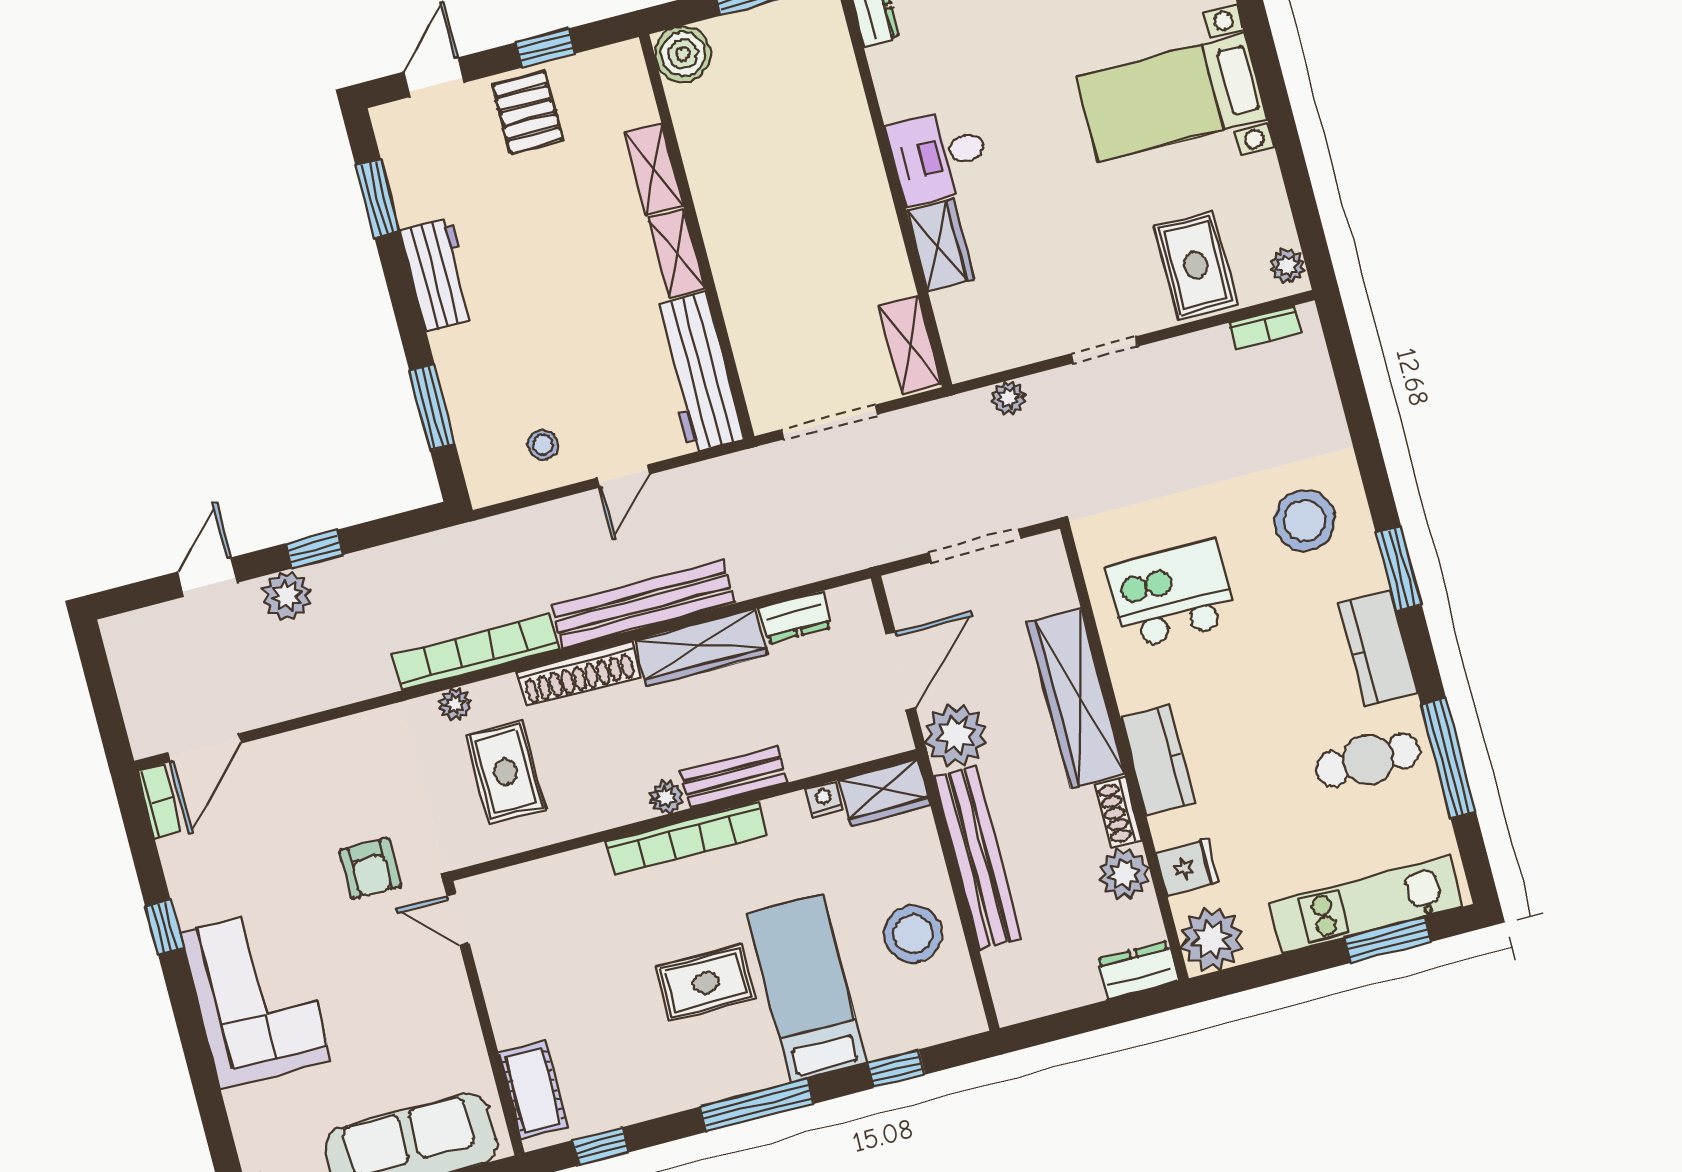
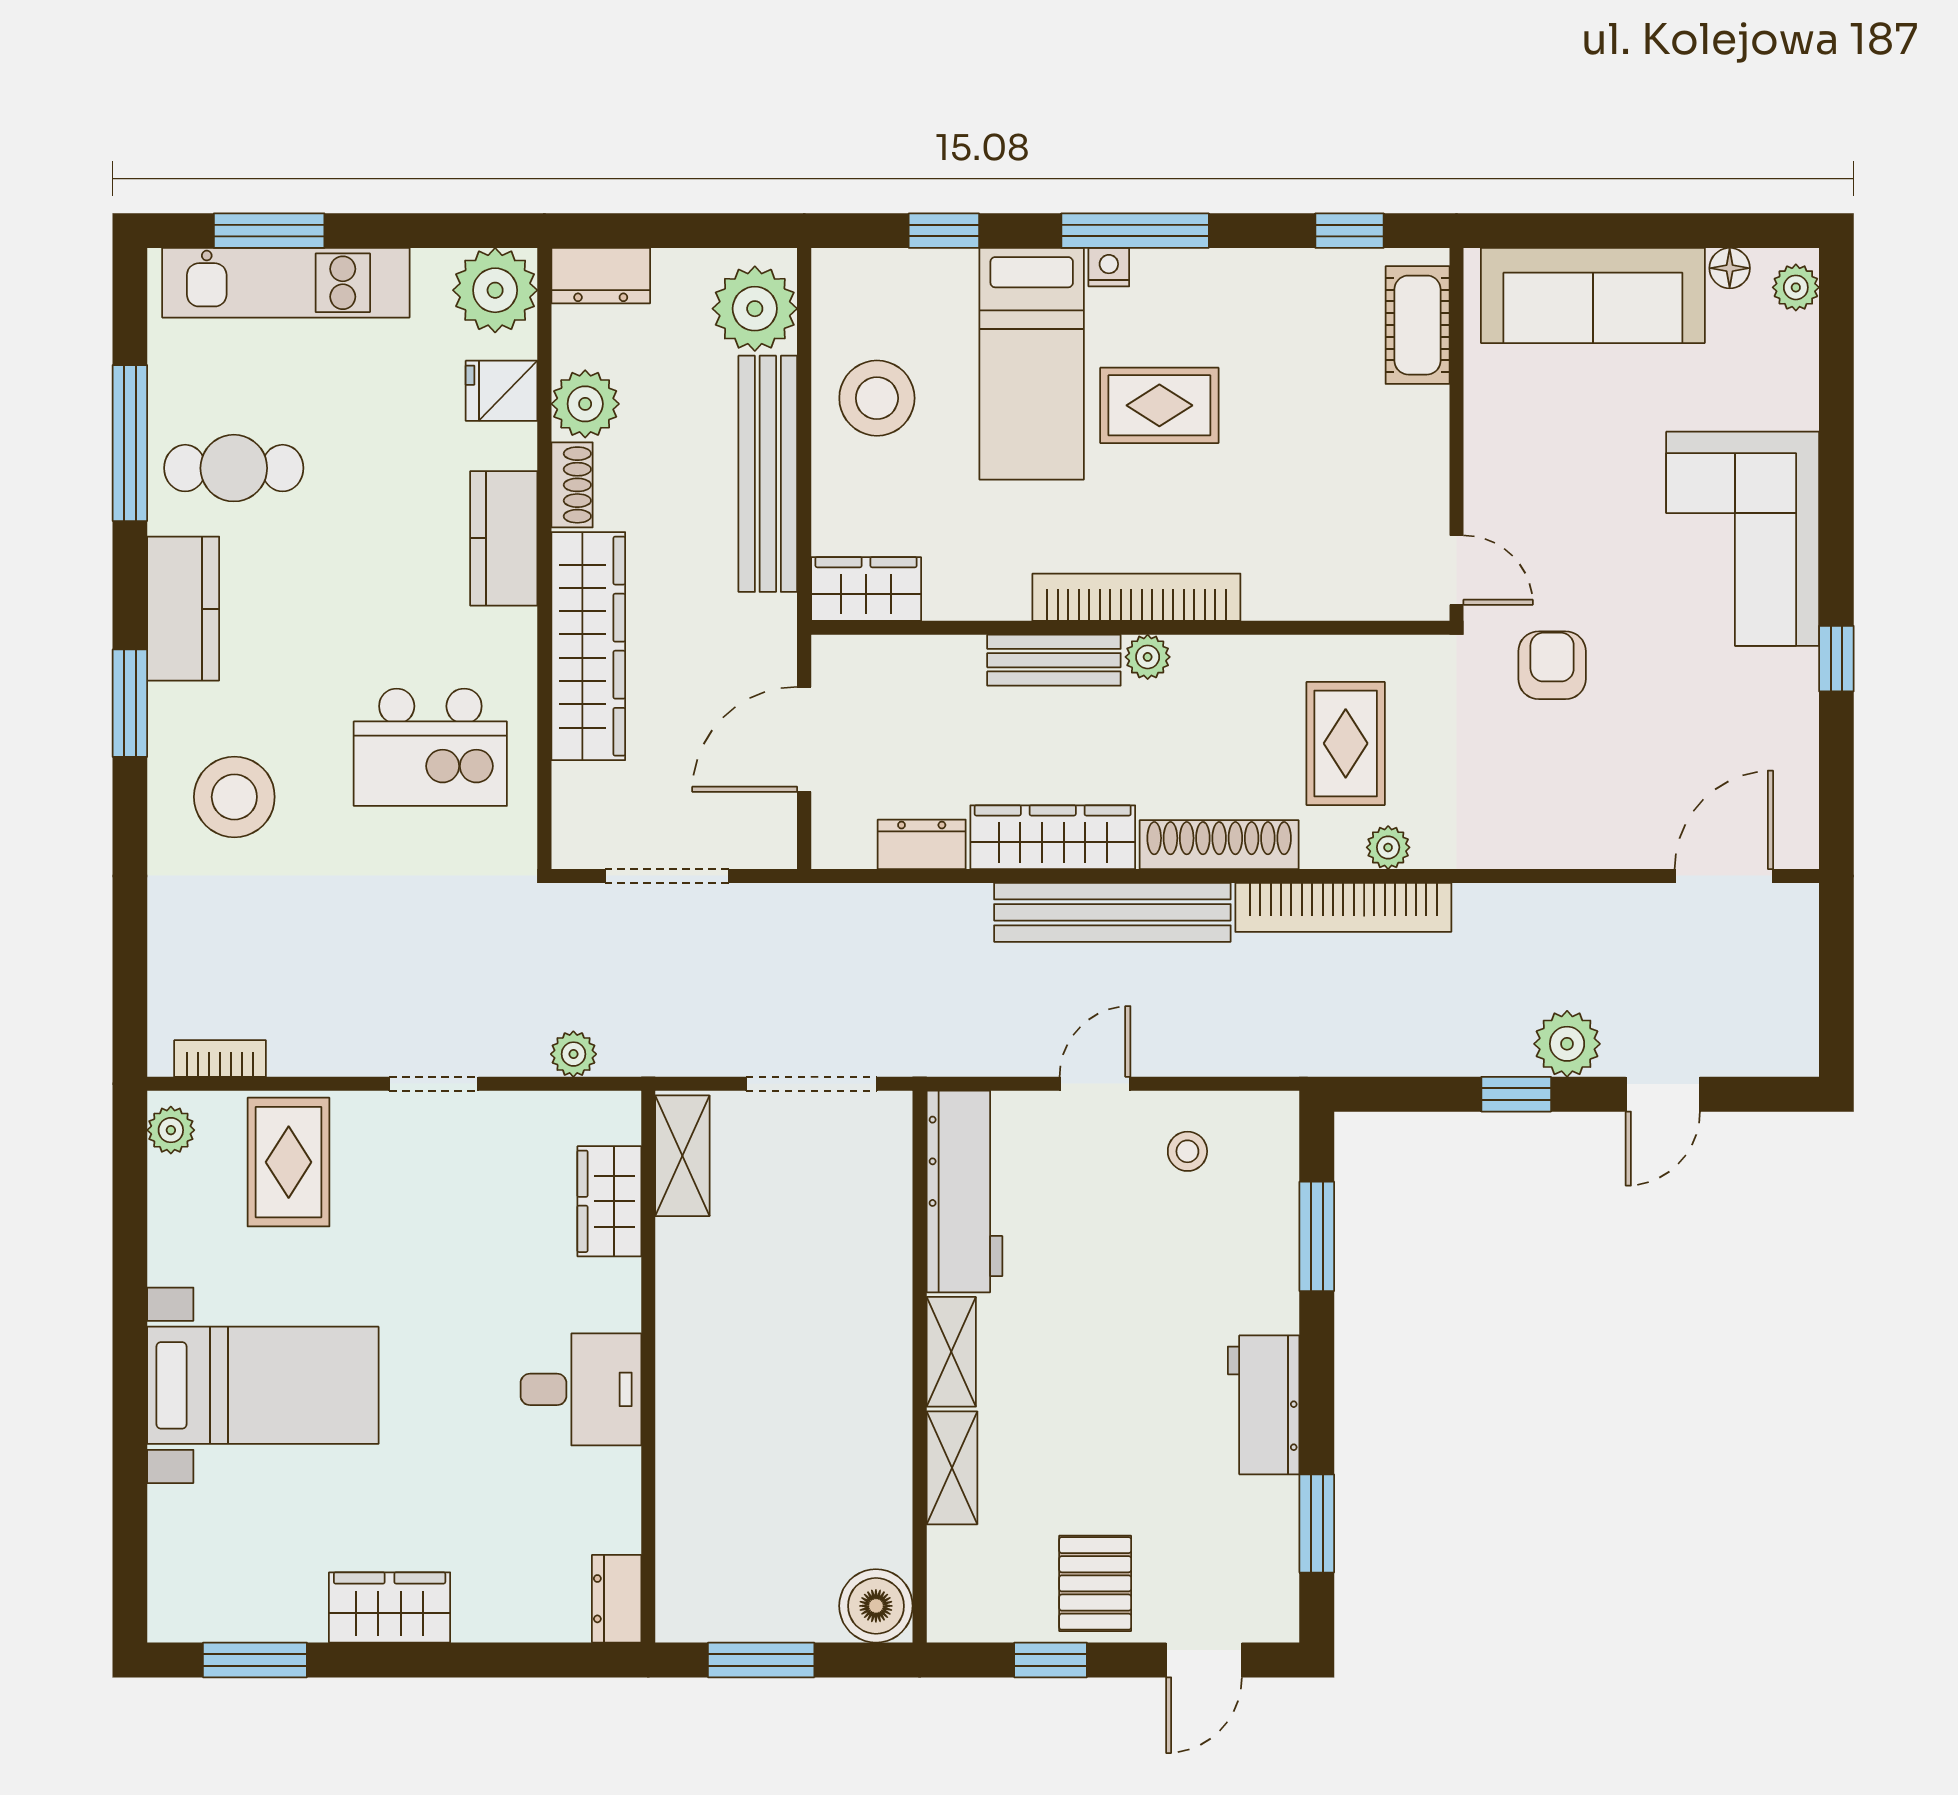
wardrobe: (940, 245) -> (609, 1201), moved
plant: (956, 735) -> (755, 309), moved
nightstand: (824, 799) -> (1109, 267), moved, turned 180
bookcase: (159, 801) -> (1801, 823), removed

